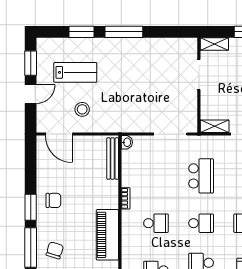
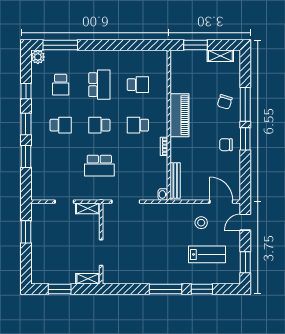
lab bench: (75, 72) -> (207, 254), turned 180
door: (31, 94) -> (245, 222), moved
school desk: (201, 176) -> (99, 166), turned -90

